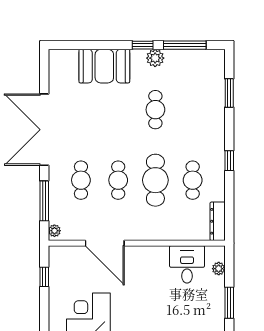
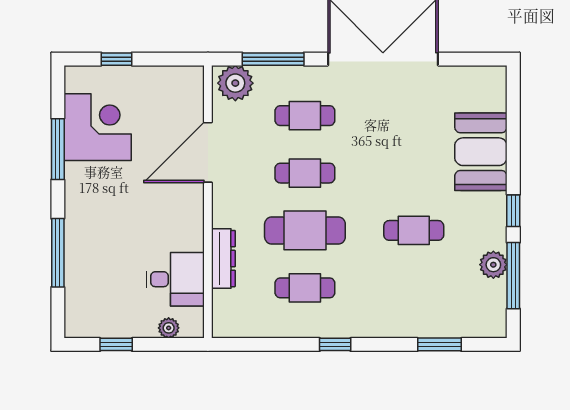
plant: (155, 58) -> (493, 265), moved
dresser: (218, 221) -> (223, 259), moved, turned 90
plant: (54, 231) -> (235, 83), width x1.88, depth x1.88
window: (44, 277) -> (116, 59), moved
window: (229, 303) -> (116, 344), width x0.67

